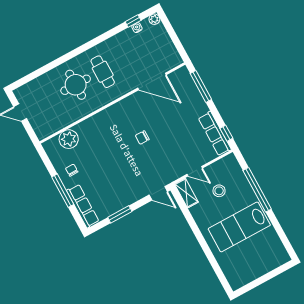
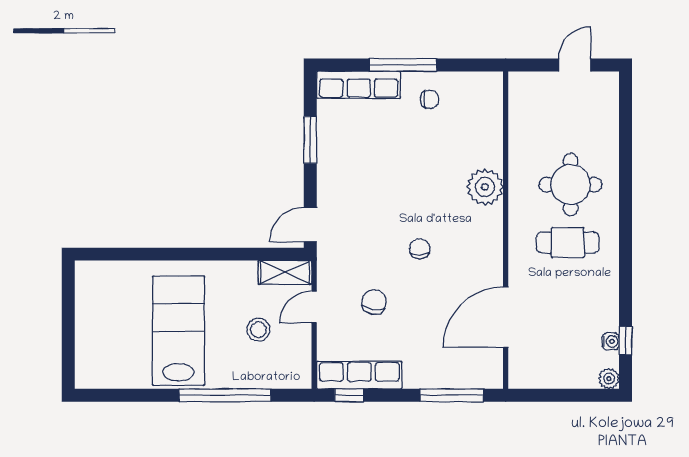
plant: (69, 139) -> (485, 187), moved
chair: (178, 145) -> (374, 302), added

